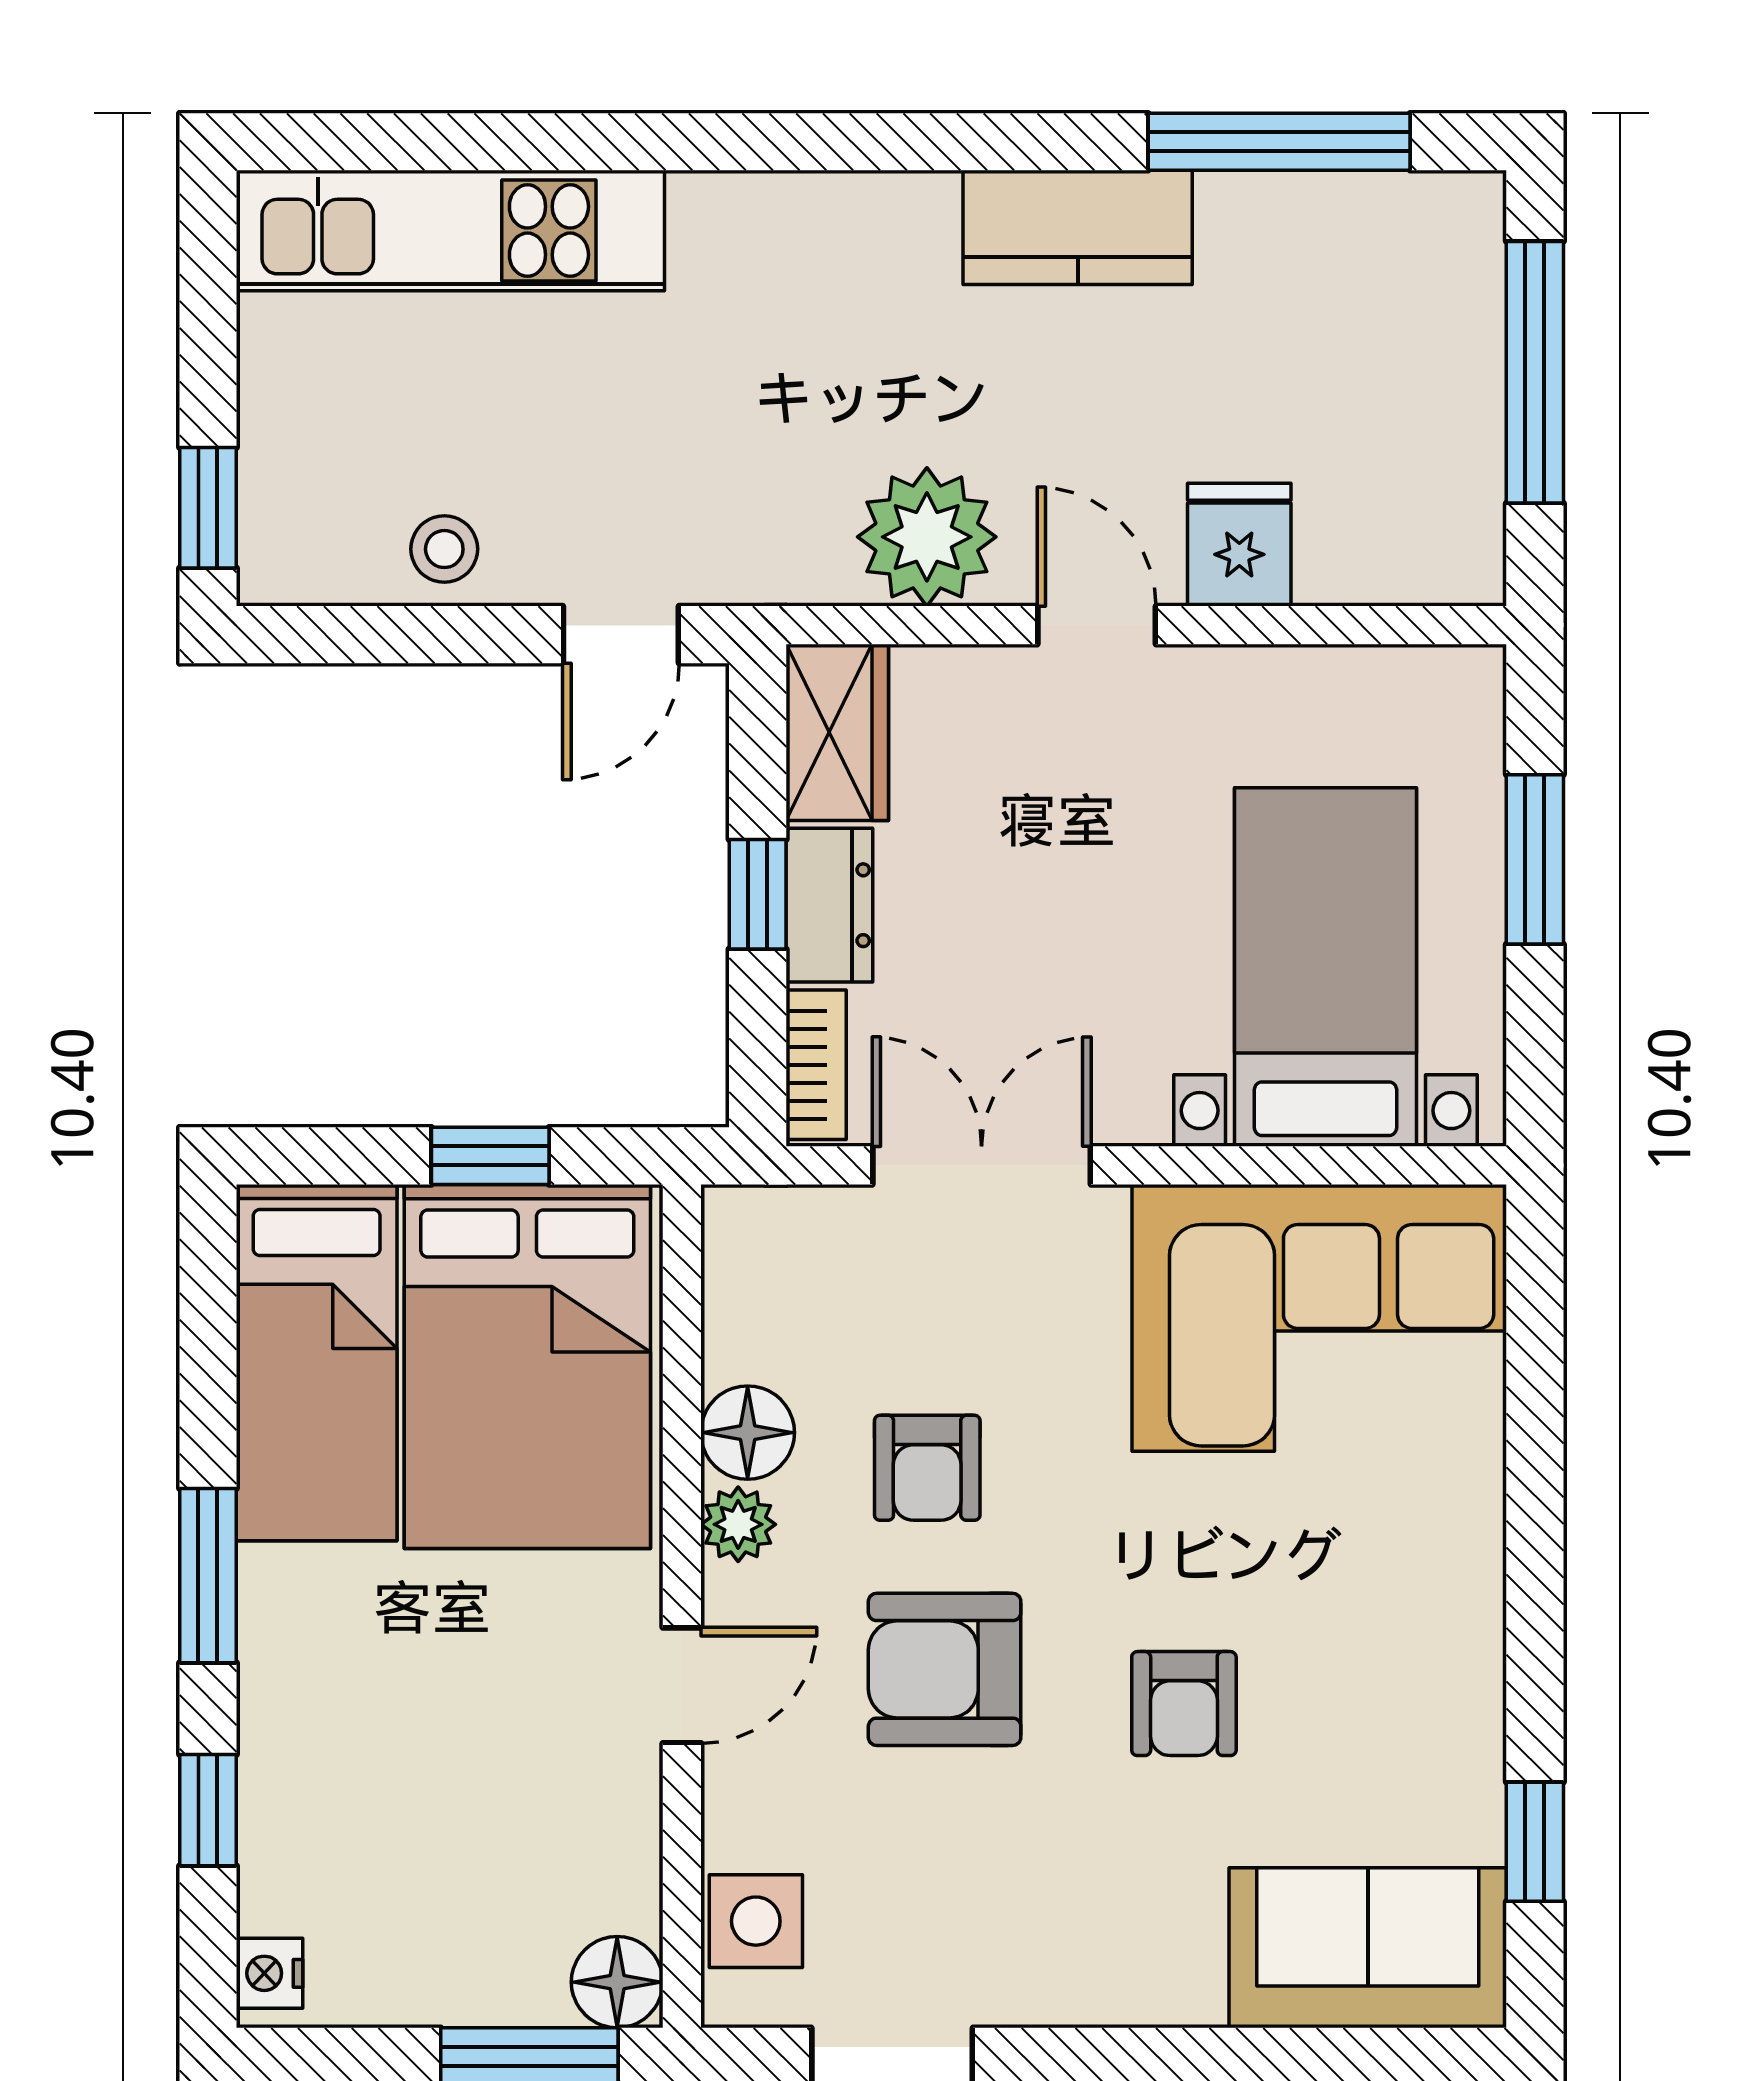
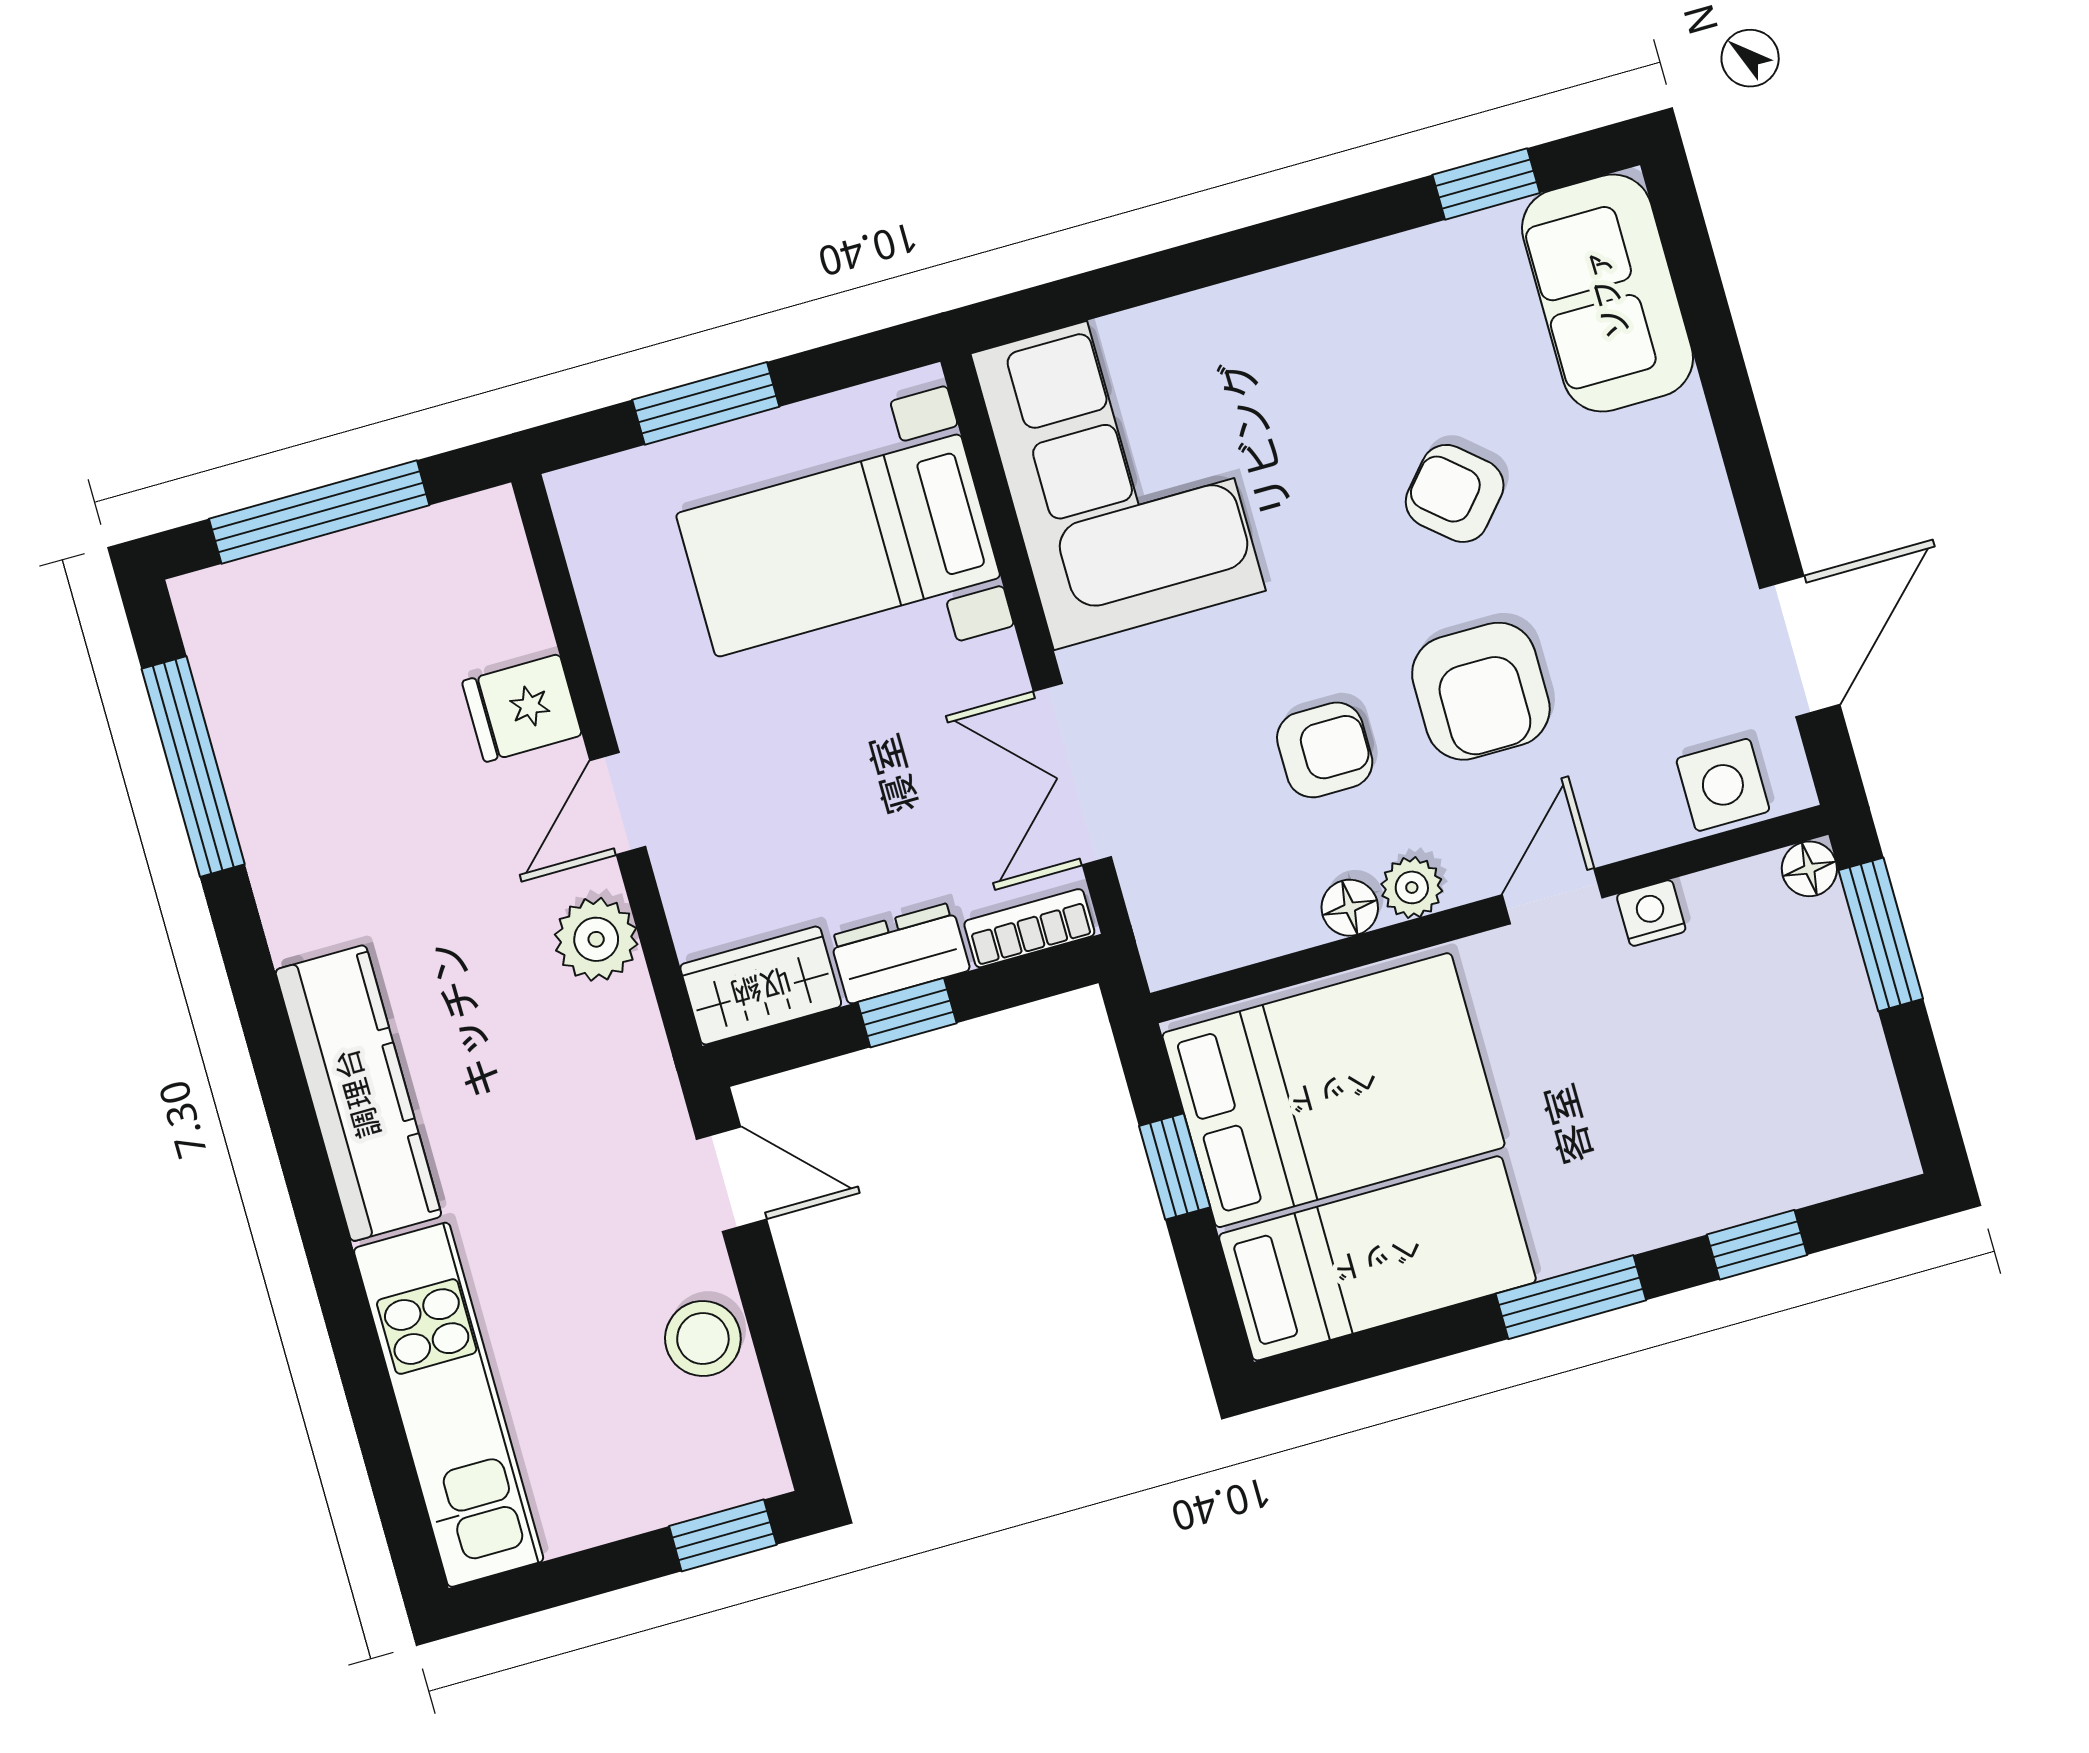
kitchen counter: (1078, 227) -> (358, 1093), moved, width x1.50
plant: (927, 537) -> (596, 939), width x0.73, depth x0.73
stool: (444, 549) -> (703, 1339), width x1.37, depth x1.37
floor lamp: (748, 1433) -> (1350, 908), width x0.73, depth x0.73
door: (682, 1685) -> (1552, 896), hinge flipped
armchair: (1184, 1704) -> (1455, 493), turned -139
nightstand: (270, 1973) -> (1651, 913), moved, turned 180
floor lamp: (617, 1982) -> (1809, 869), width x0.73, depth x0.73

